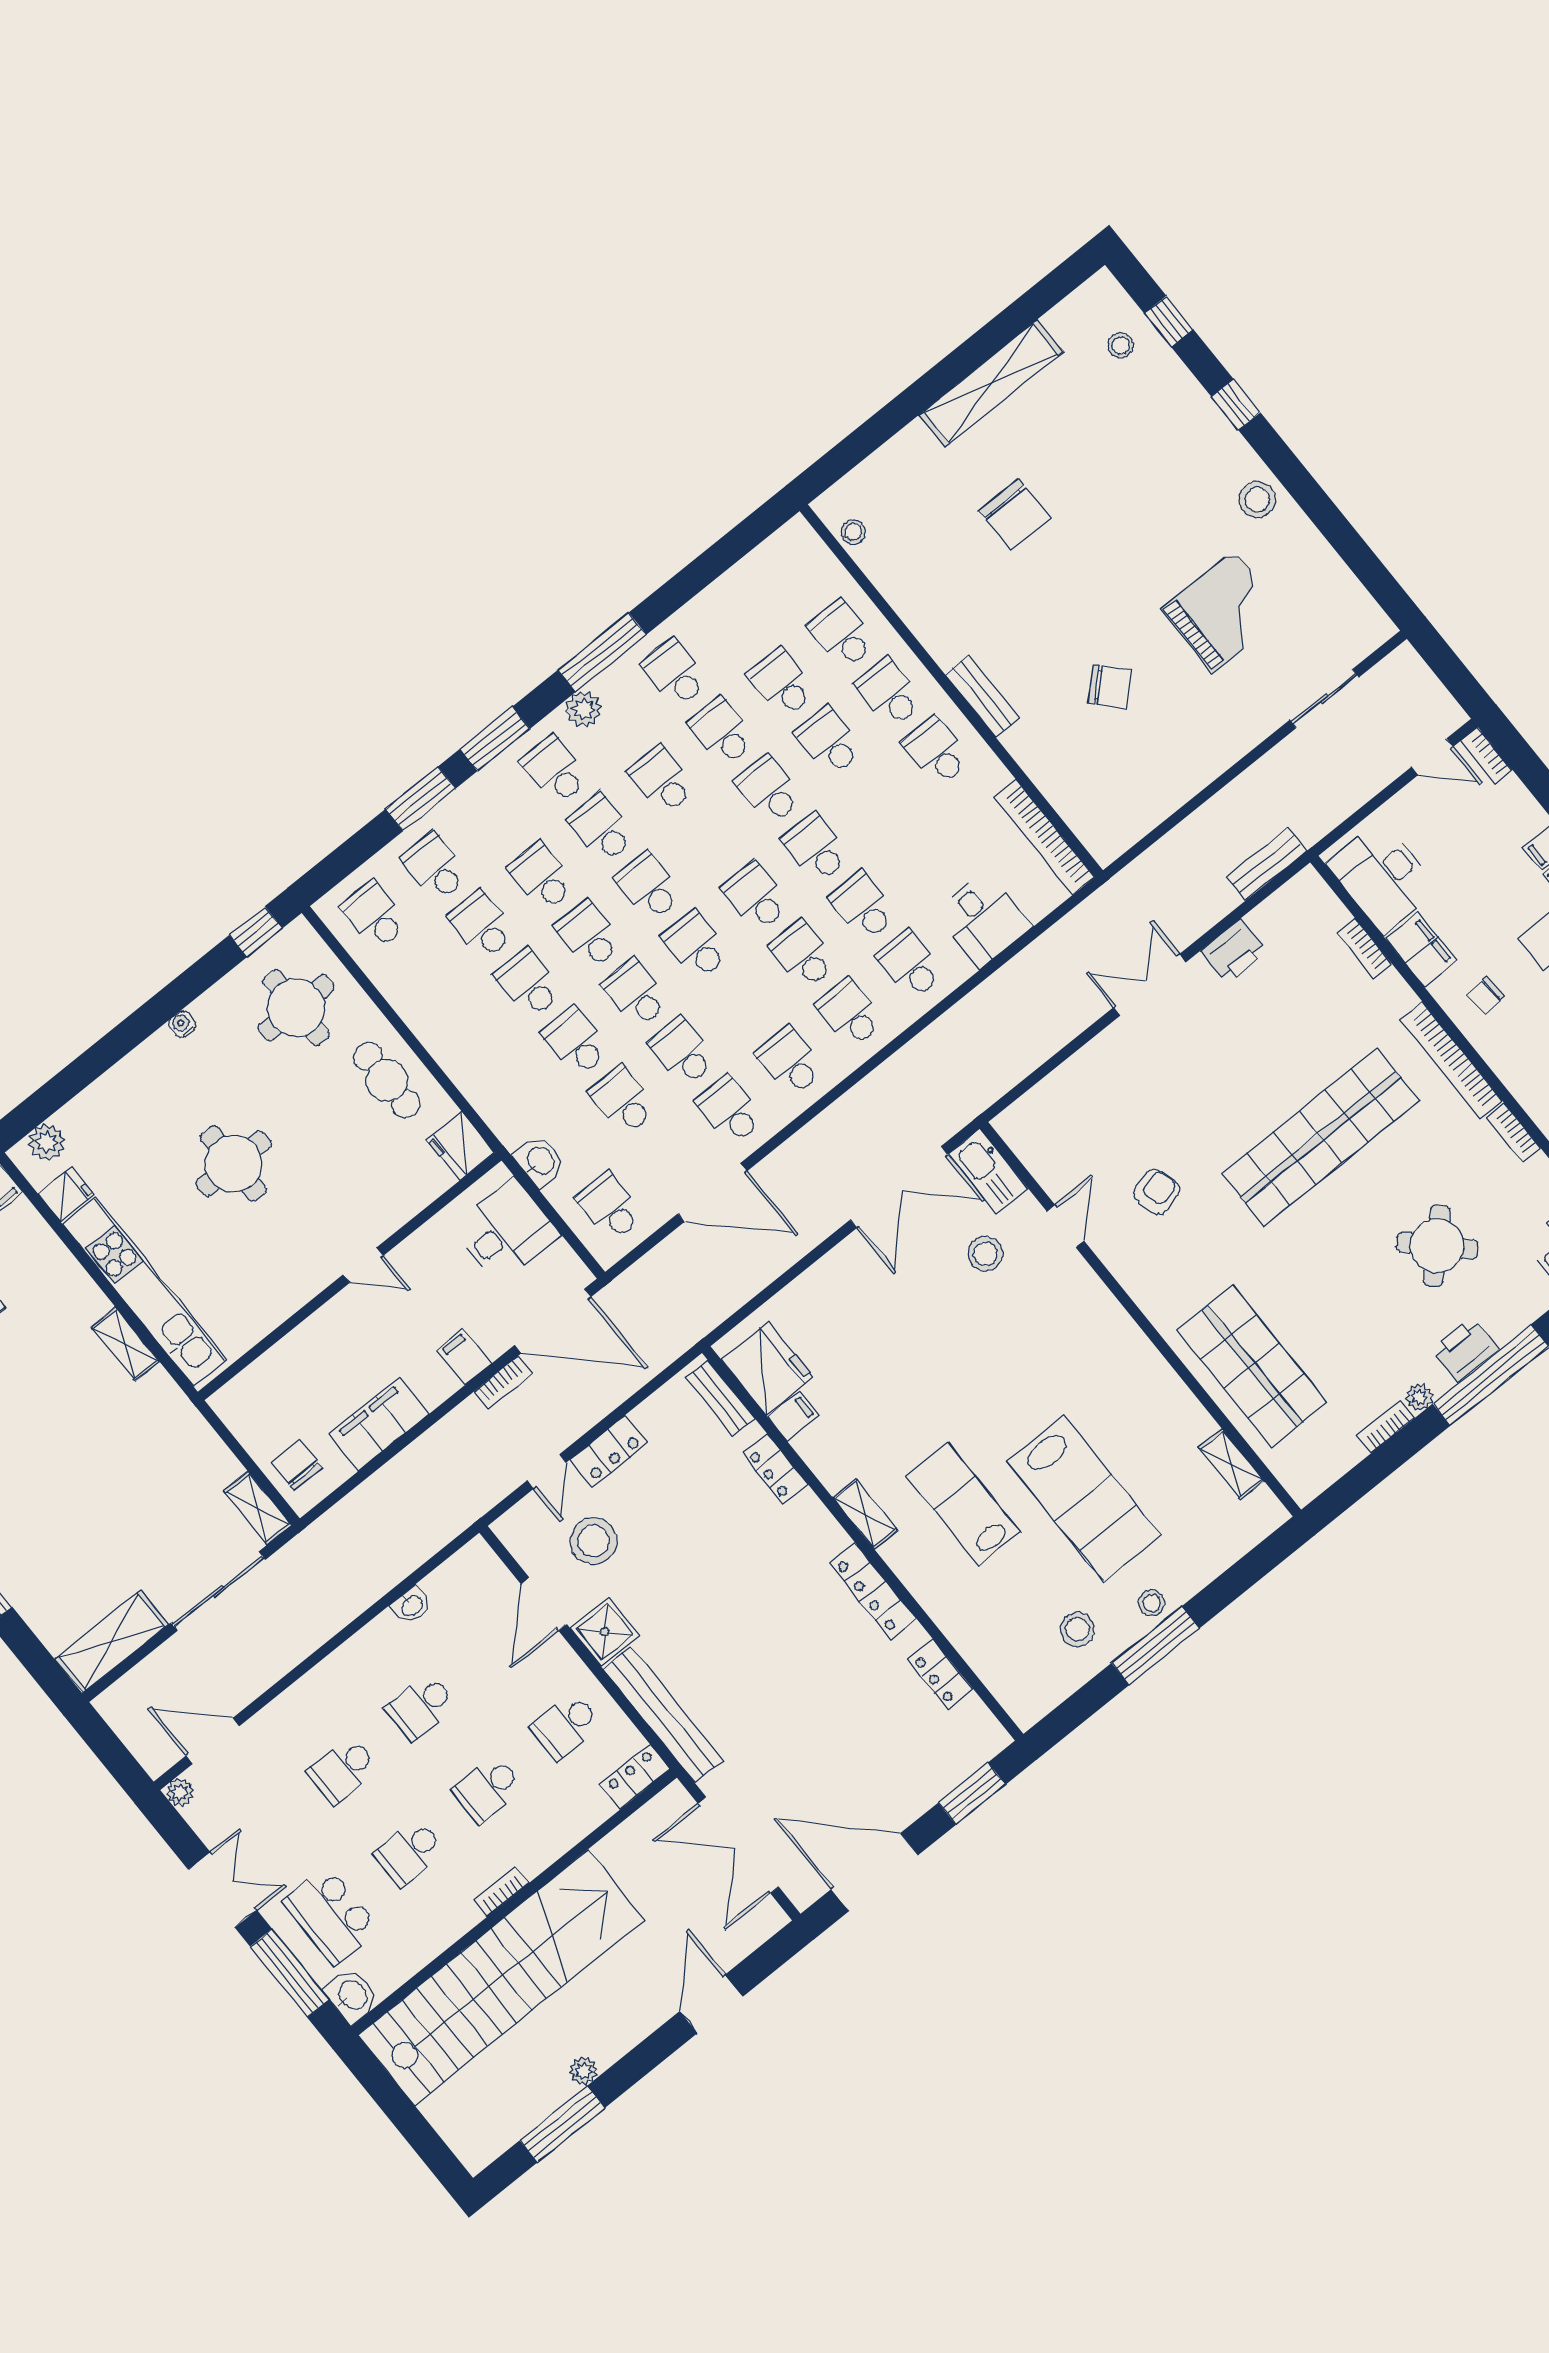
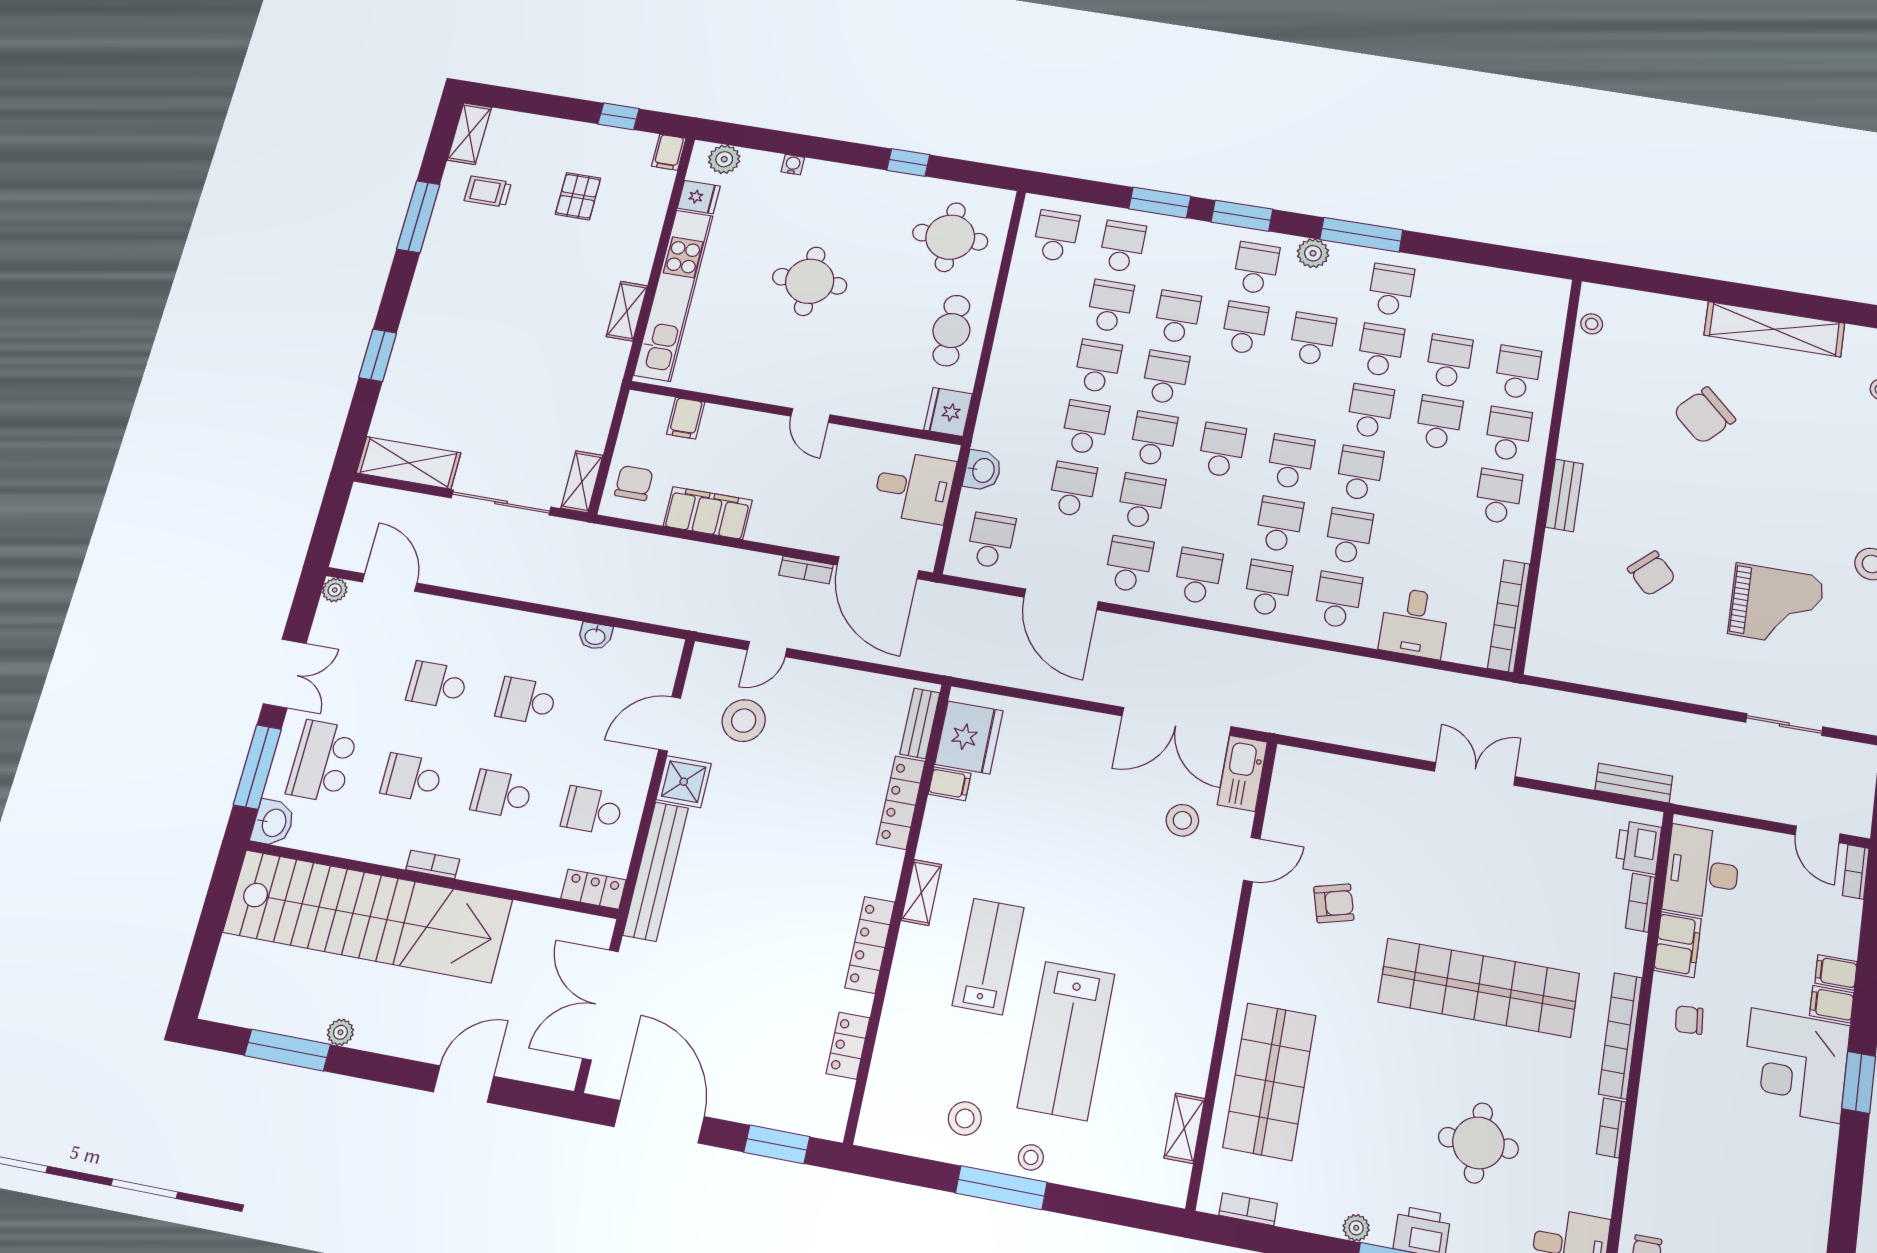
chair: (1015, 514) -> (1704, 415), turned 44
school desk: (649, 887) -> (1233, 389), removed
window: (256, 932) -> (908, 163), moved
printer: (1234, 951) -> (1638, 847), moved, turned 90
water cooler: (182, 1024) -> (793, 165), moved
round table: (1437, 1246) -> (1478, 1143), turned 45
filing cabinet: (464, 1357) -> (686, 418), moved, turned 180
bookcase: (1386, 1427) -> (1248, 1209), moved
locker: (609, 1451) -> (817, 679), removed
locker: (775, 1469) -> (901, 803), width x1.53

